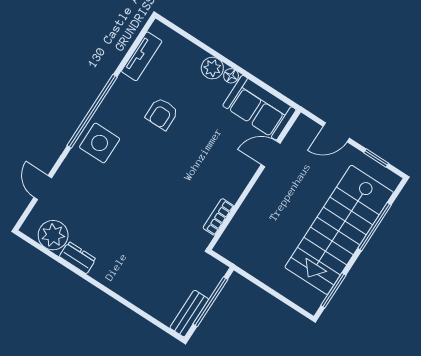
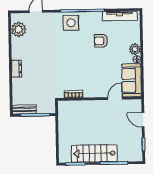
tv unit: (142, 56) -> (120, 16), width x1.41
door: (271, 154) -> (115, 98), hinge flipped
stairs: (339, 230) -> (94, 153), width x0.73, depth x0.66
dresser: (78, 258) -> (17, 68), moved

